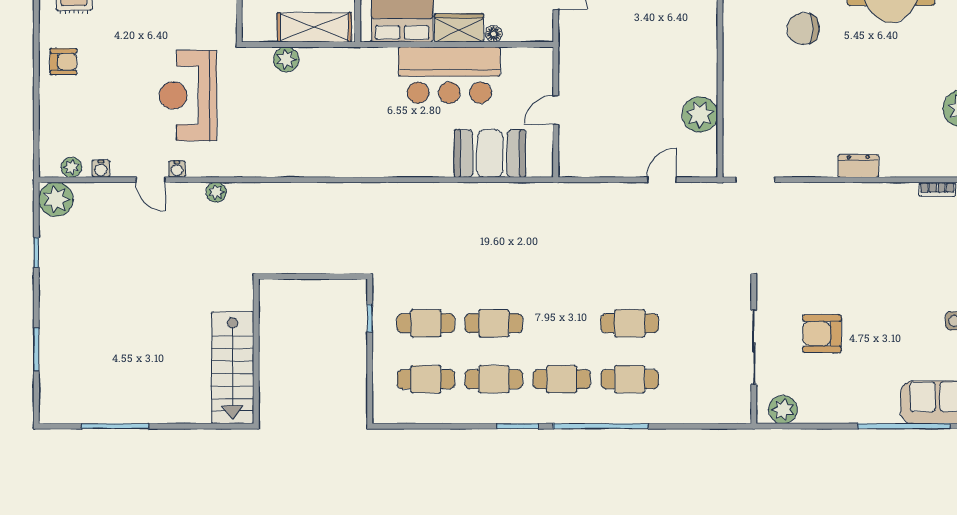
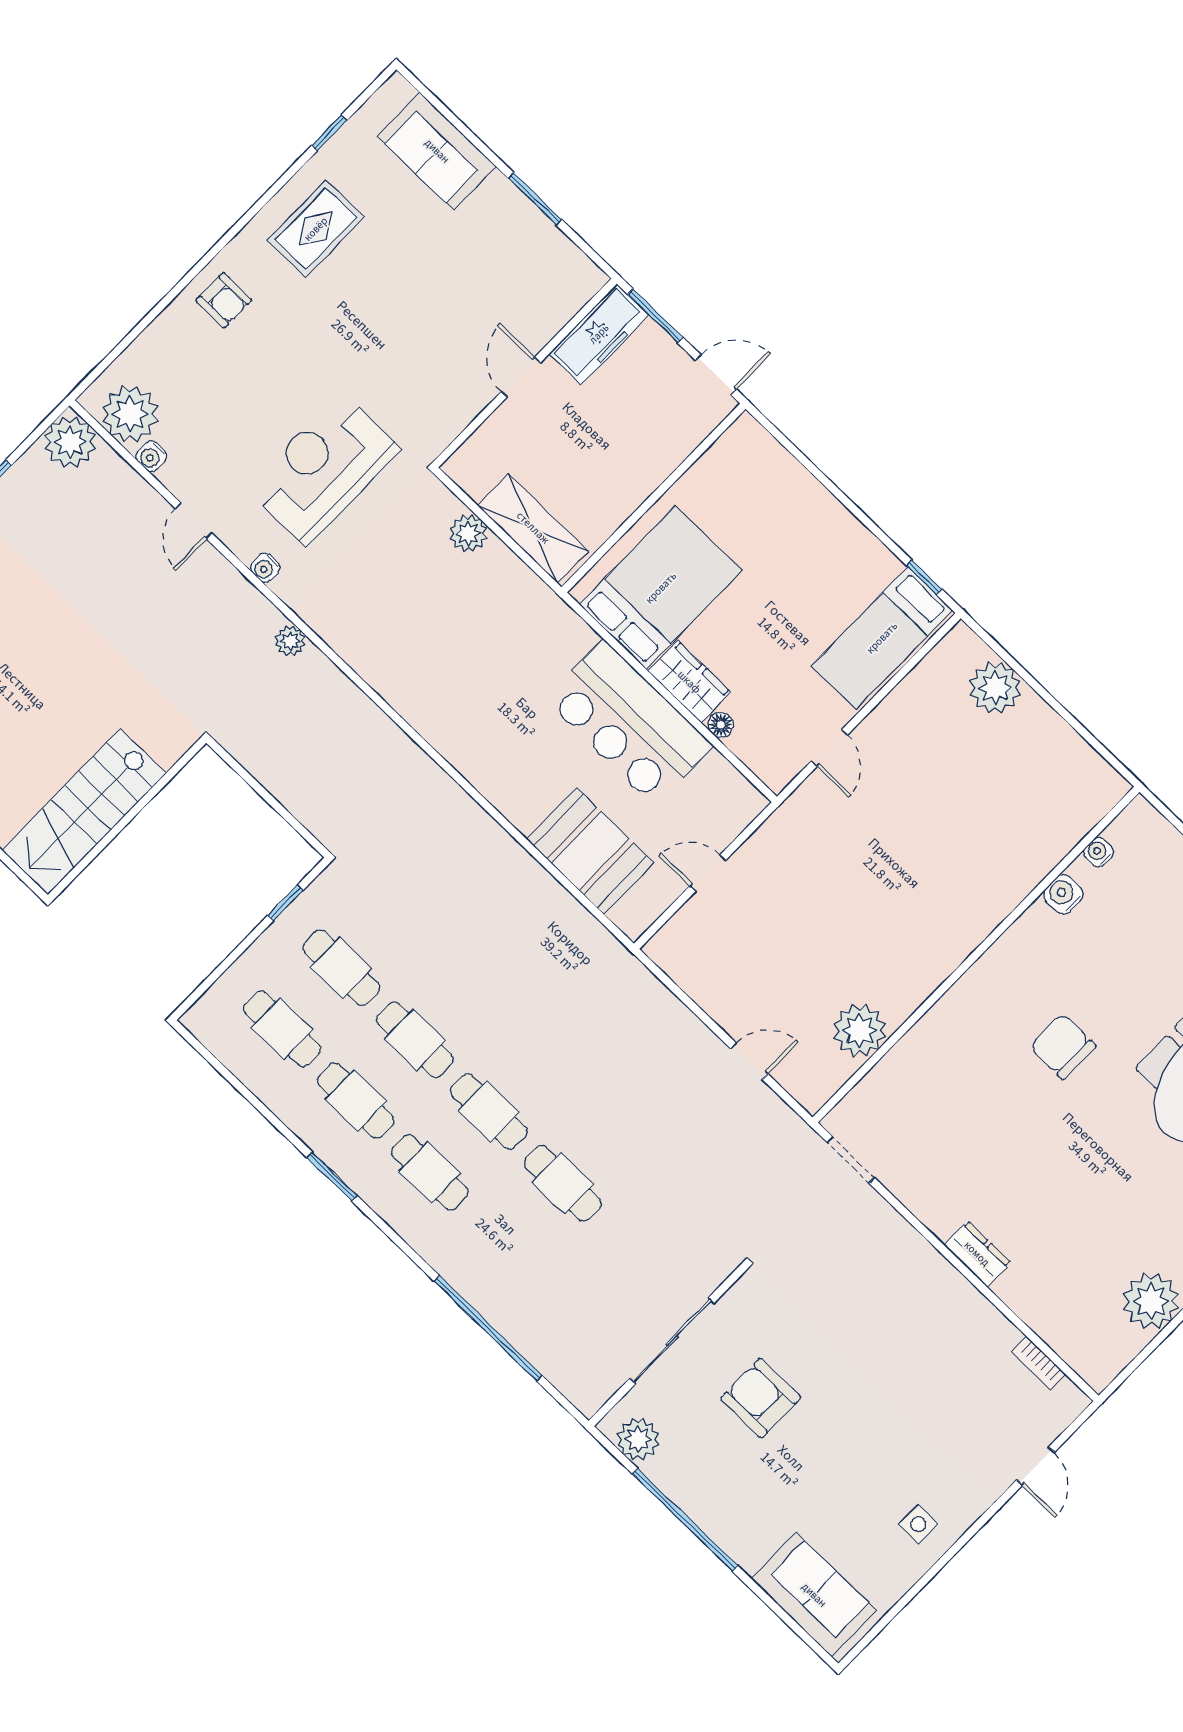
plant: (71, 167) -> (130, 414), width x1.87, depth x1.87
water cooler: (177, 169) -> (265, 568), moved
plant: (216, 192) -> (290, 641), moved
cafe table: (630, 379) -> (489, 1111), moved
window: (601, 426) -> (488, 1328), moved
window: (904, 426) -> (685, 1520), moved

